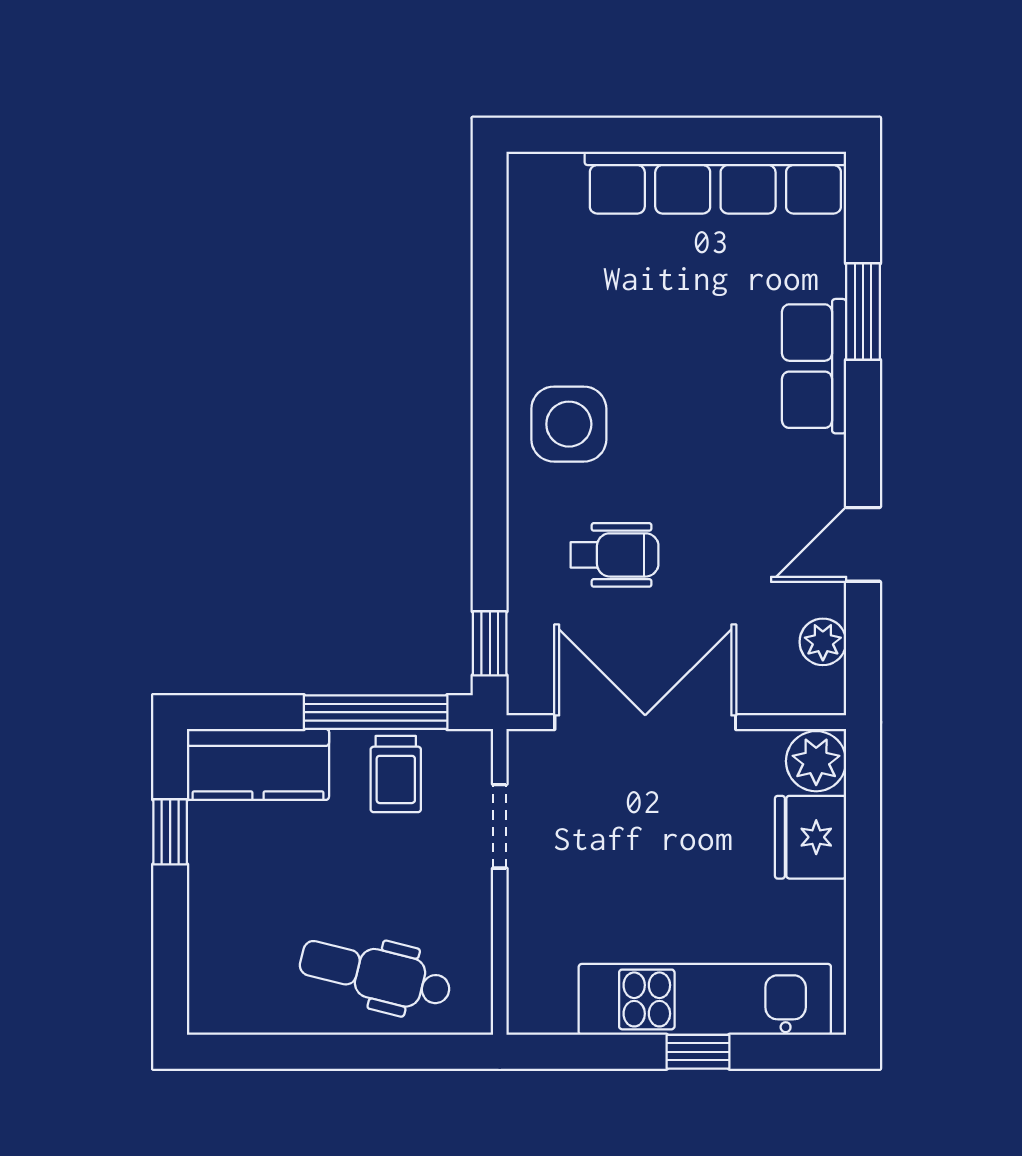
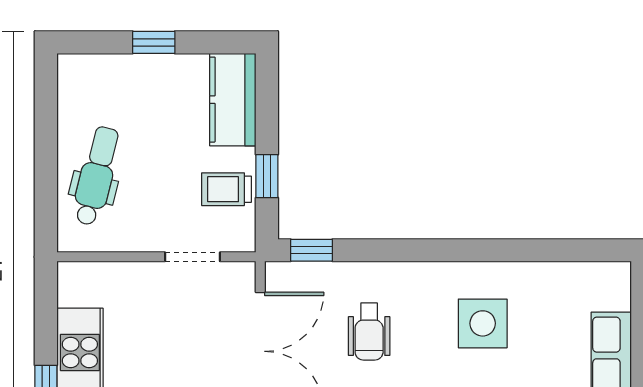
side table: (569, 424) -> (483, 323), moved
window: (376, 712) -> (267, 176), width x0.46
window: (170, 832) -> (154, 42), moved

